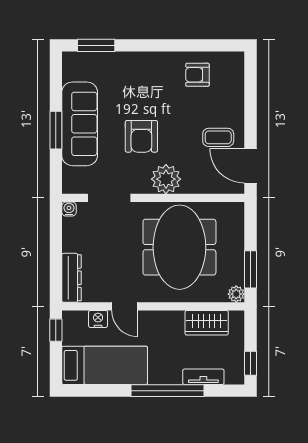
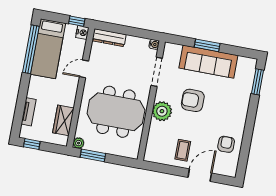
door: (251, 166) -> (200, 175), moved
nightstand: (98, 319) -> (82, 33), moved
window: (167, 391) -> (31, 49), moved

